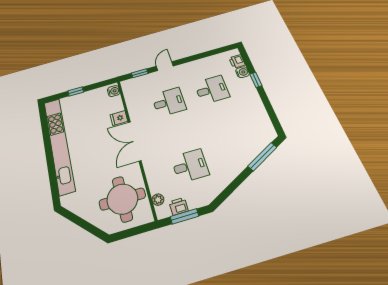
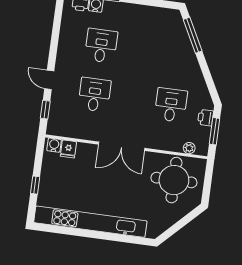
fridge: (119, 118) -> (68, 149), moved
printer: (179, 206) -> (206, 118), moved

